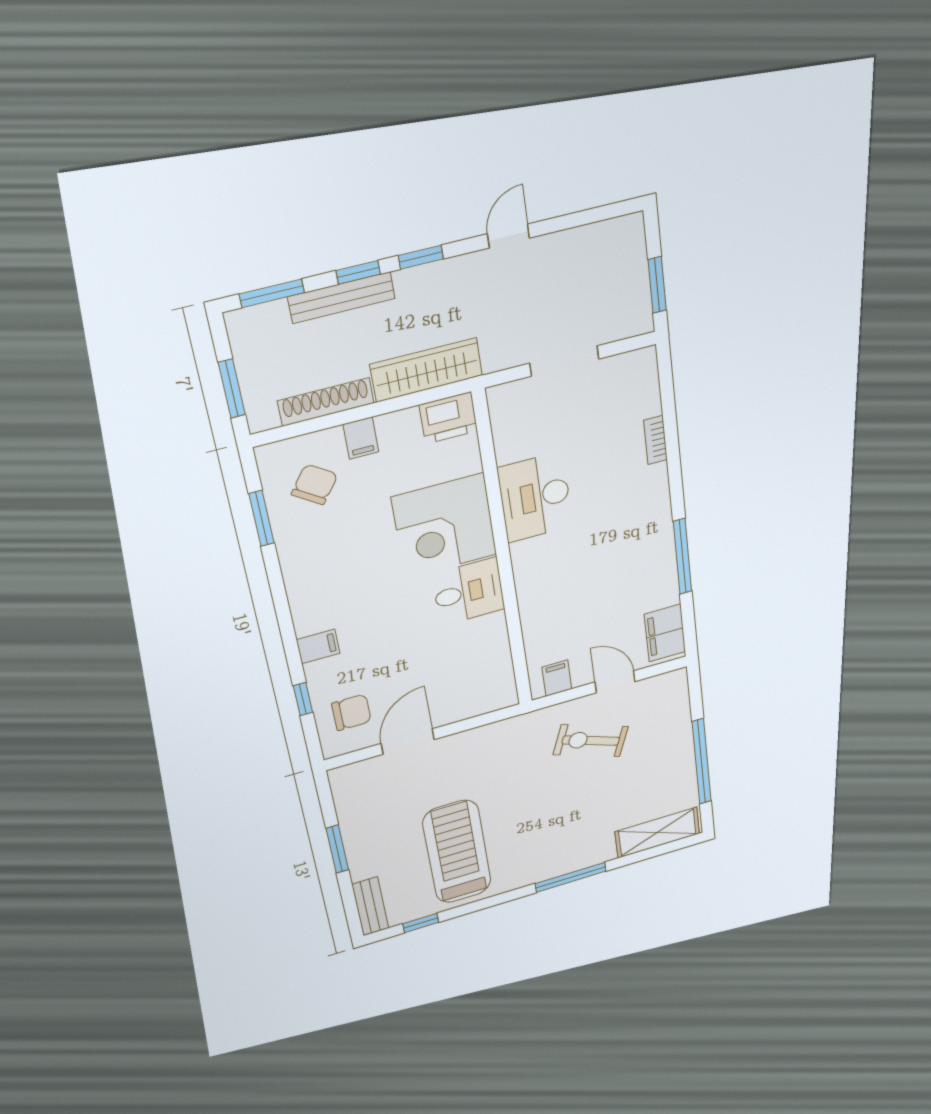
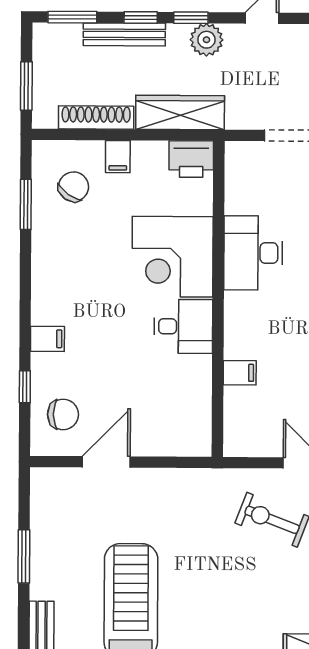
plant: (444, 278) -> (206, 40), added
filing cabinet: (557, 678) -> (240, 373), moved, turned 90

